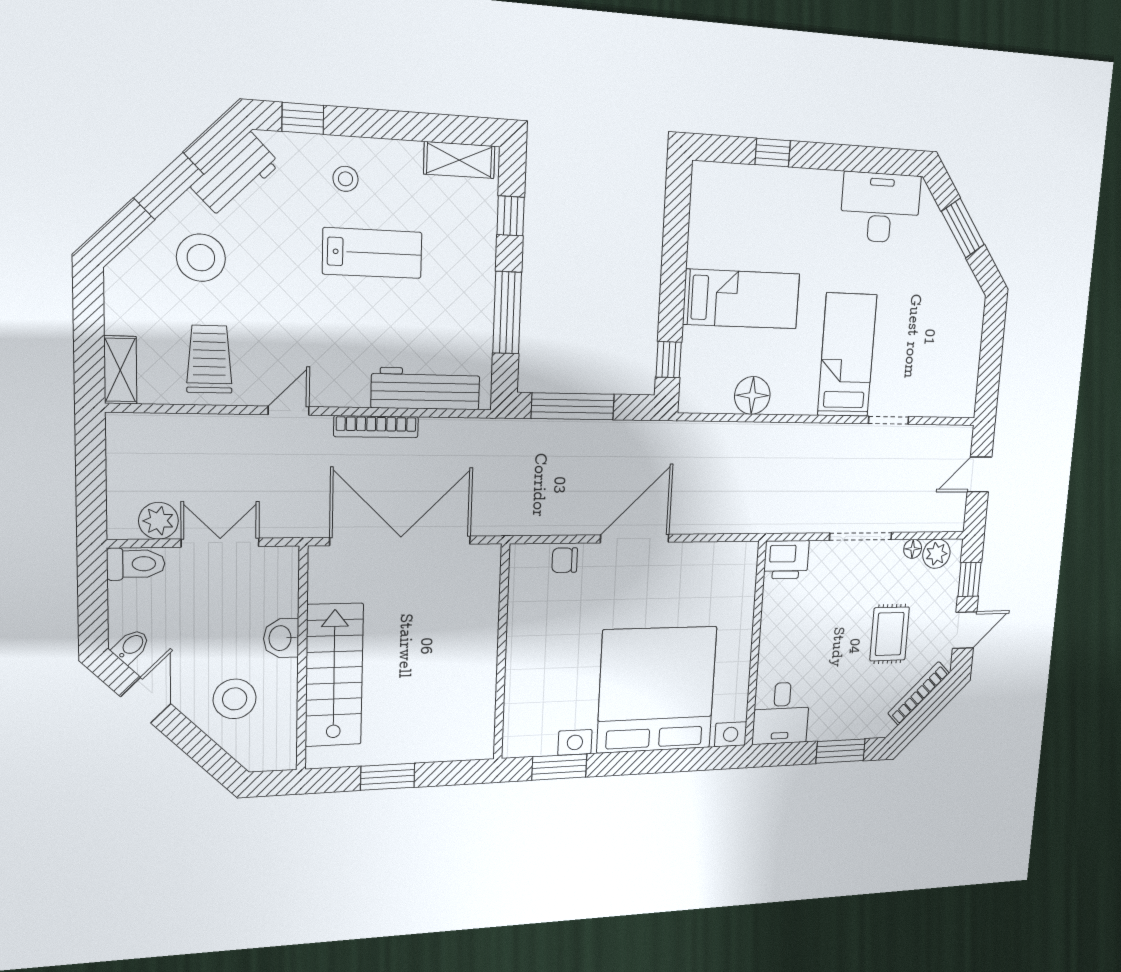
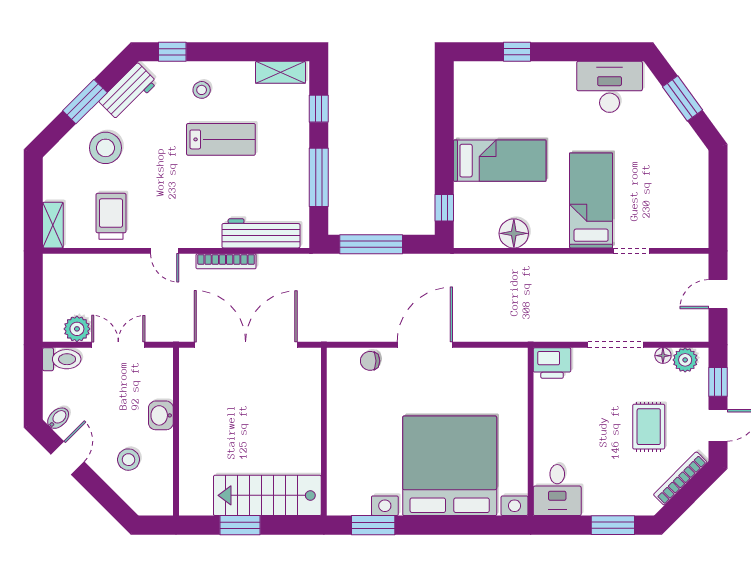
door: (289, 411) -> (165, 251), swing flipped
stairs: (334, 675) -> (267, 495), moved, turned -90
stool: (235, 699) -> (128, 460), width x0.73, depth x0.73

